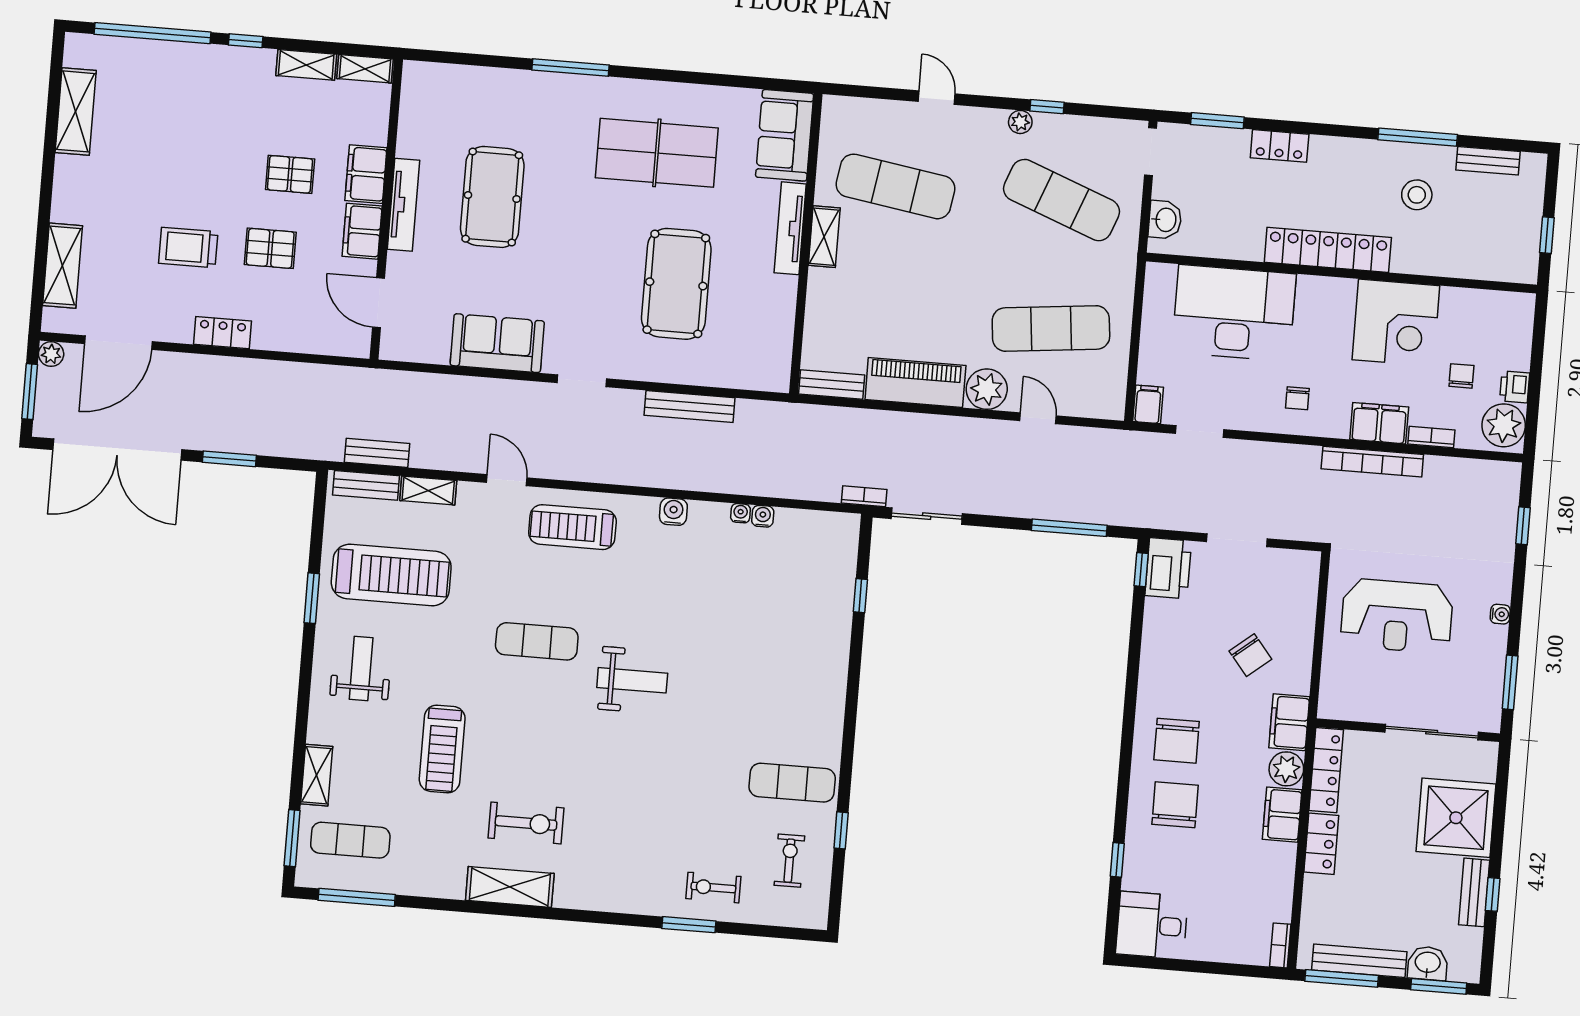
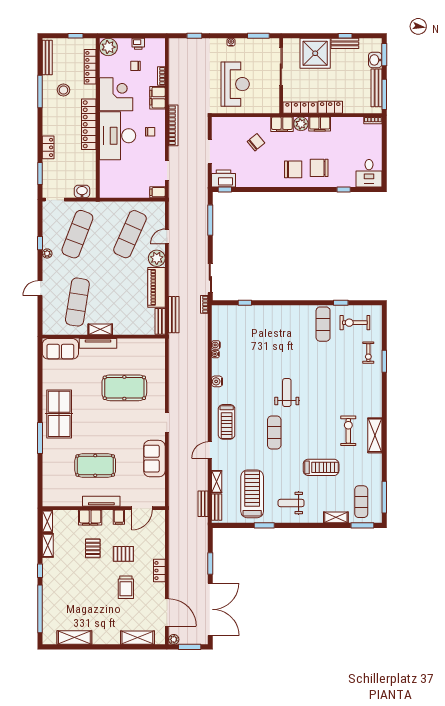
table tennis table: (657, 153) -> (59, 414), moved
bench: (1488, 161) -> (47, 58), width x1.36
filing cabinet: (362, 231) -> (119, 517), width x0.50
pallet: (270, 248) -> (123, 554), turned 90
locker: (1468, 265) -> (90, 67), added
desk: (1234, 313) -> (118, 136), moved
exercise mat: (1051, 329) -> (130, 234), turned 30
bench: (689, 406) -> (174, 315), moved
plant: (1504, 425) -> (108, 47), moved
bookcase: (1372, 462) -> (173, 125), moved
exercise bike: (789, 861) -> (355, 323), width x1.38, depth x1.39

